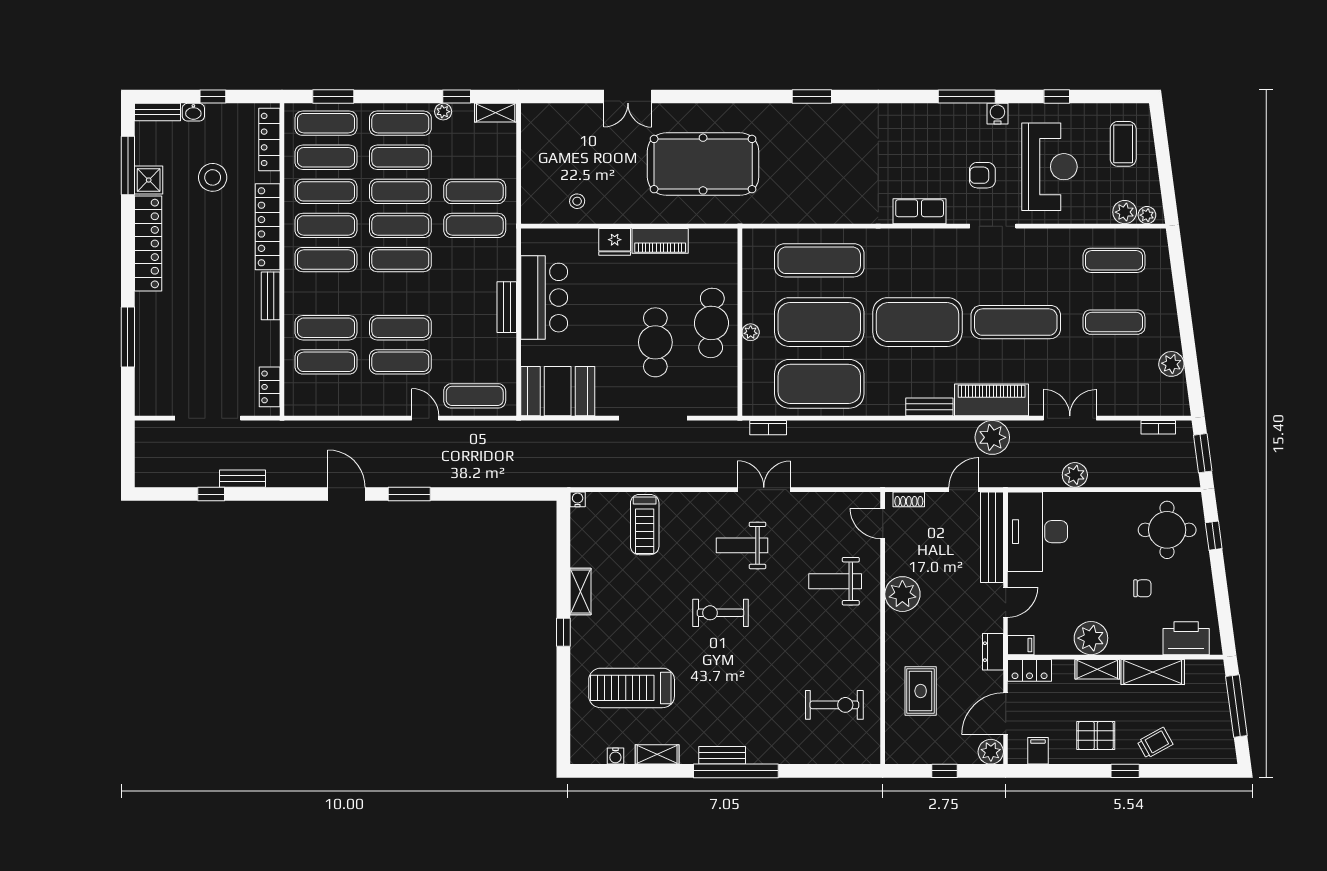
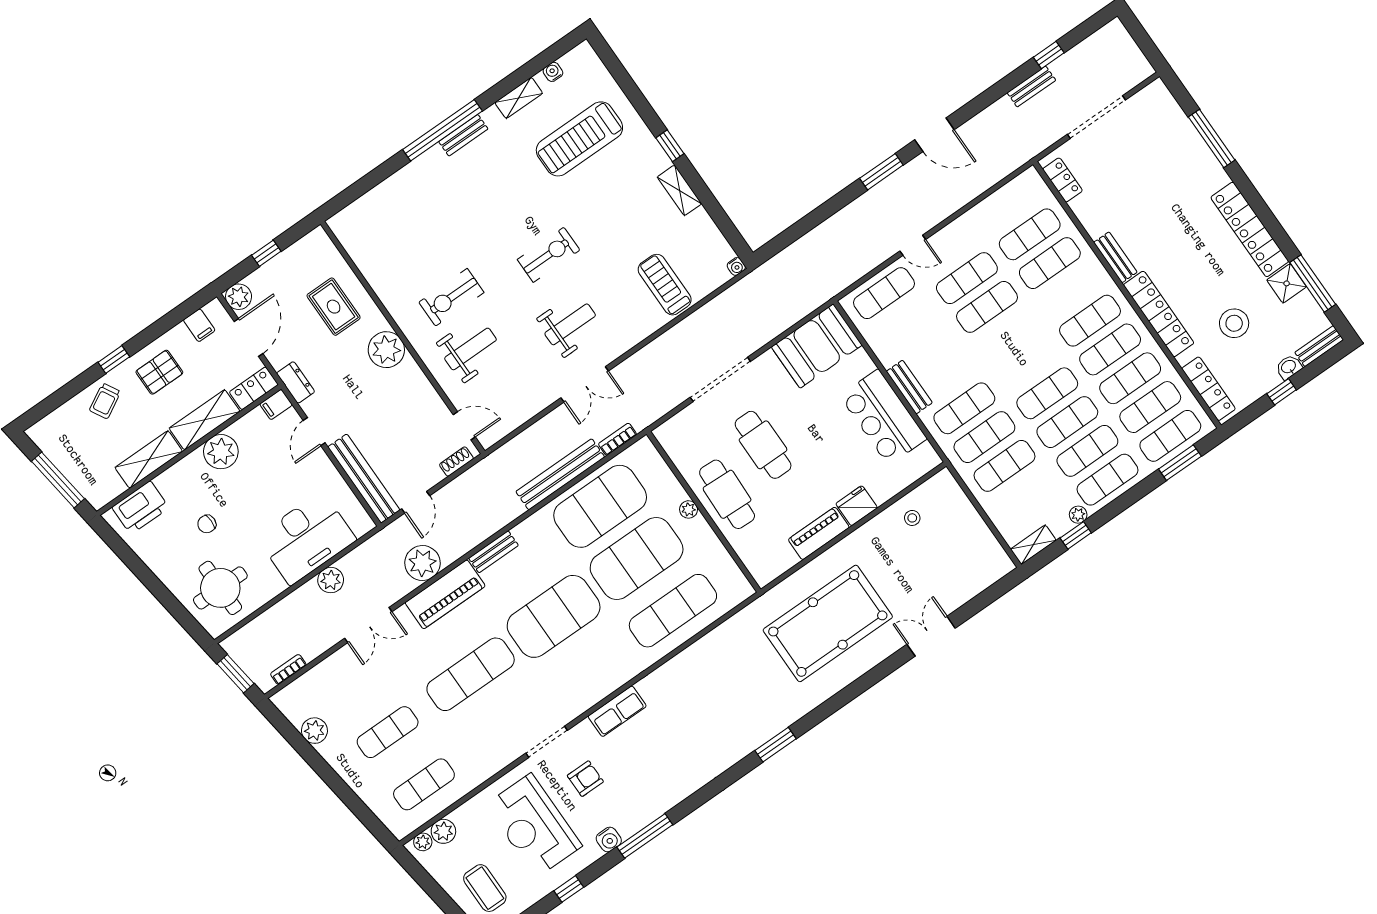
exercise mat: (400, 260) -> (964, 408), moved
bench: (833, 432) -> (560, 474), added
desk: (1038, 532) -> (306, 538), moved, turned 90
window: (1214, 536) -> (178, 610), removed
plant: (902, 594) -> (386, 350), moved
shelving: (1097, 669) -> (205, 420), width x1.50, depth x1.33
treadmill: (632, 688) -> (579, 139), turned 180
exercise bike: (834, 705) -> (451, 297), moved

